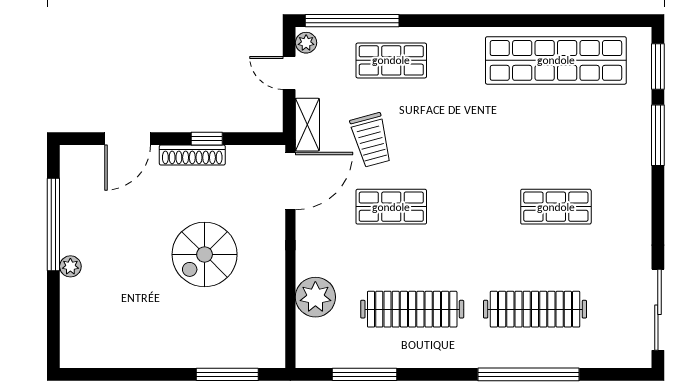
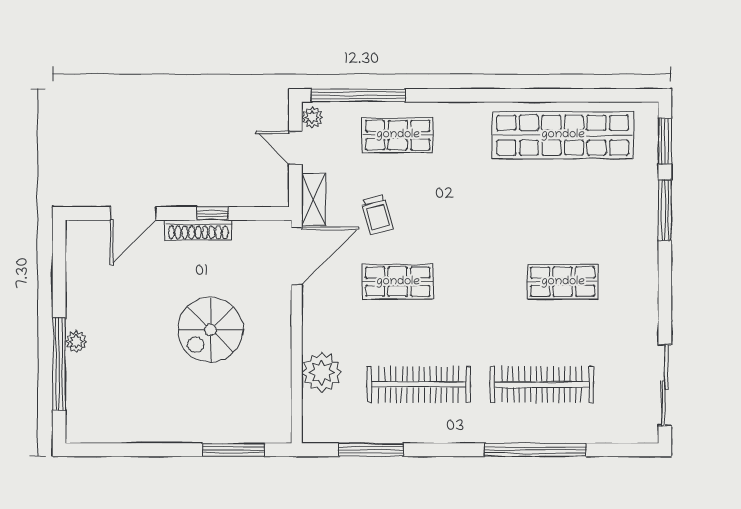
trolley: (371, 140) -> (377, 215), width x0.73, depth x0.72
window: (53, 224) -> (59, 364), moved

